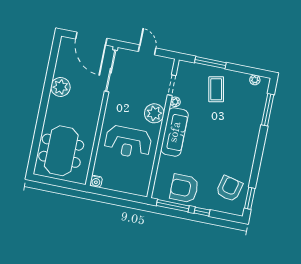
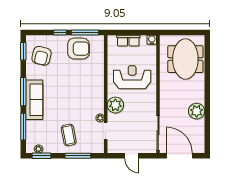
window: (253, 71) -> (42, 156), added
sofa: (175, 132) -> (34, 100), moved, turned 180
window: (259, 151) -> (23, 92), added
row of seats: (124, 186) -> (128, 41), added

